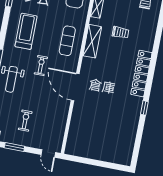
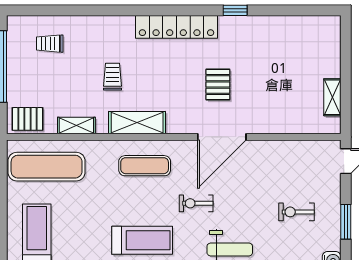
treadmill: (26, 31) -> (142, 240), turned 180
pallet: (105, 90) -> (218, 84), added
shelving: (85, 153) -> (332, 97), added

